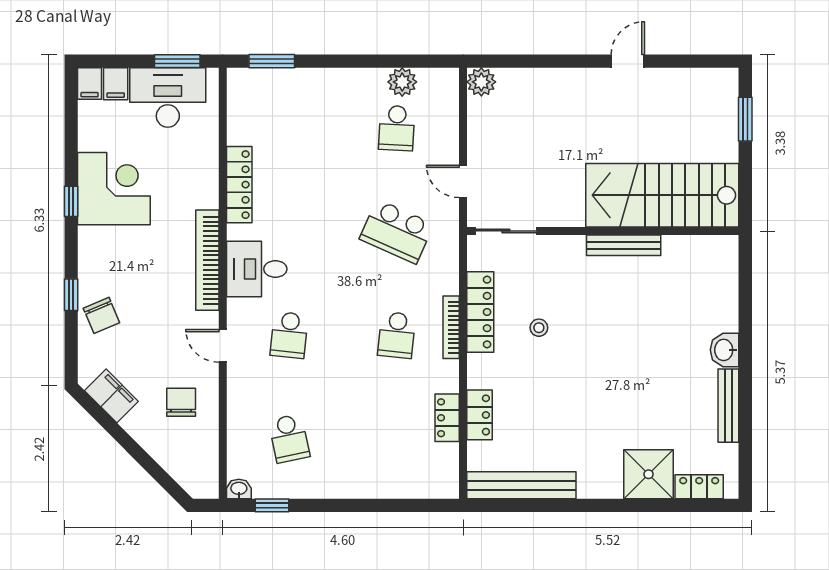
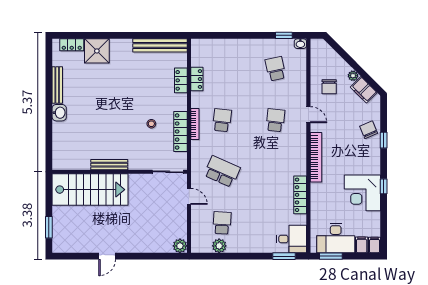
desk: (257, 269) -> (292, 239), moved
plant: (133, 424) -> (353, 76), added

